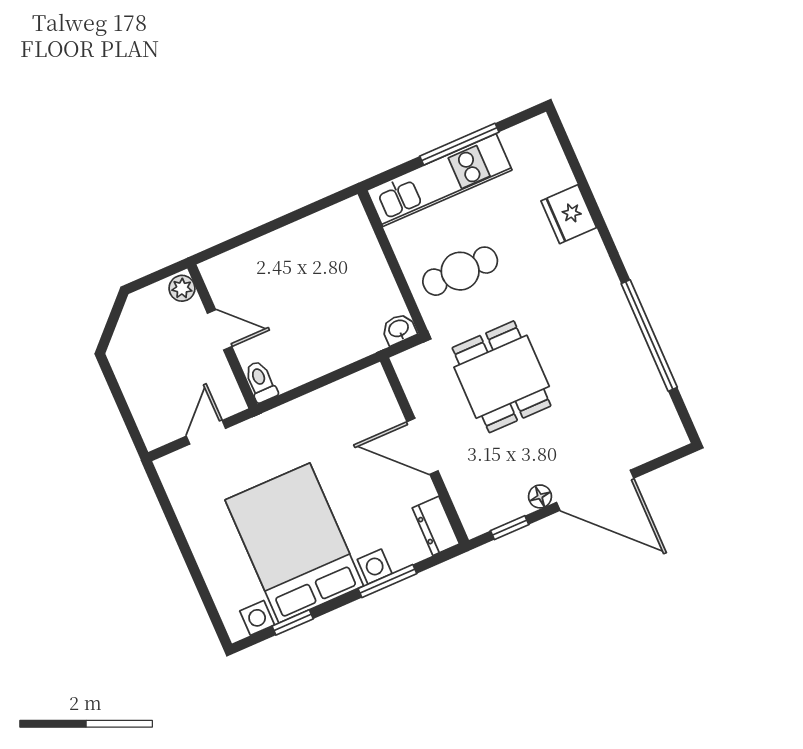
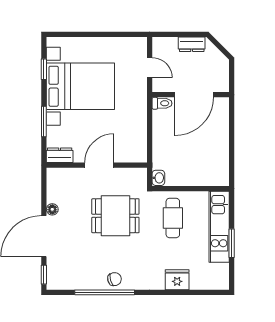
window: (459, 144) -> (232, 243), width x0.69
plant: (182, 288) -> (221, 86), removed
chair: (617, 328) -> (115, 279), added
door: (220, 330) -> (194, 95), width x1.87
dresser: (130, 374) -> (192, 44), added
window: (510, 528) -> (44, 275), moved

